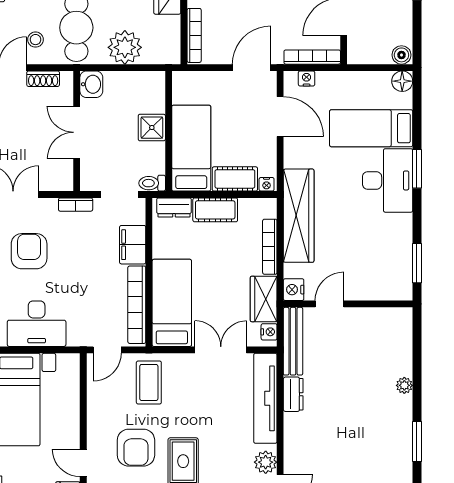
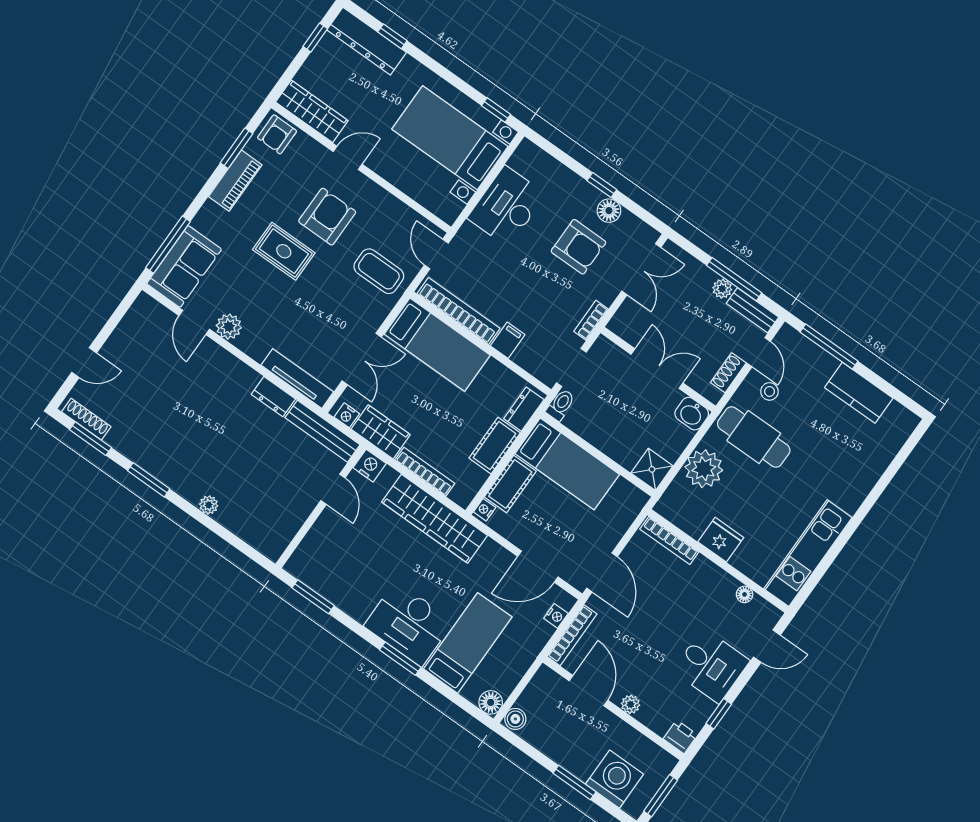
shower: (152, 128) -> (652, 469), moved
filing cabinet: (133, 245) -> (508, 340), width x0.50
tv unit: (265, 398) -> (297, 379), width x0.73, depth x0.78
armchair: (136, 448) -> (327, 217), turned 90

